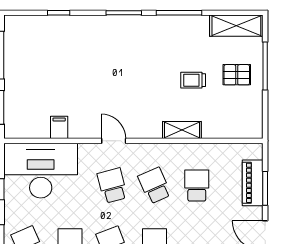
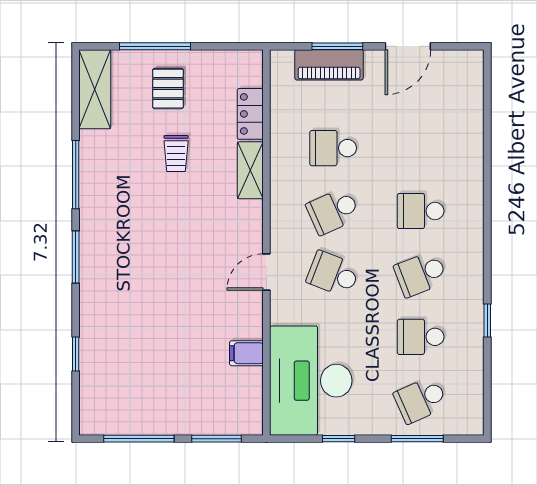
locker: (220, 130) -> (250, 114), added
school desk: (112, 186) -> (333, 274), turned 36

